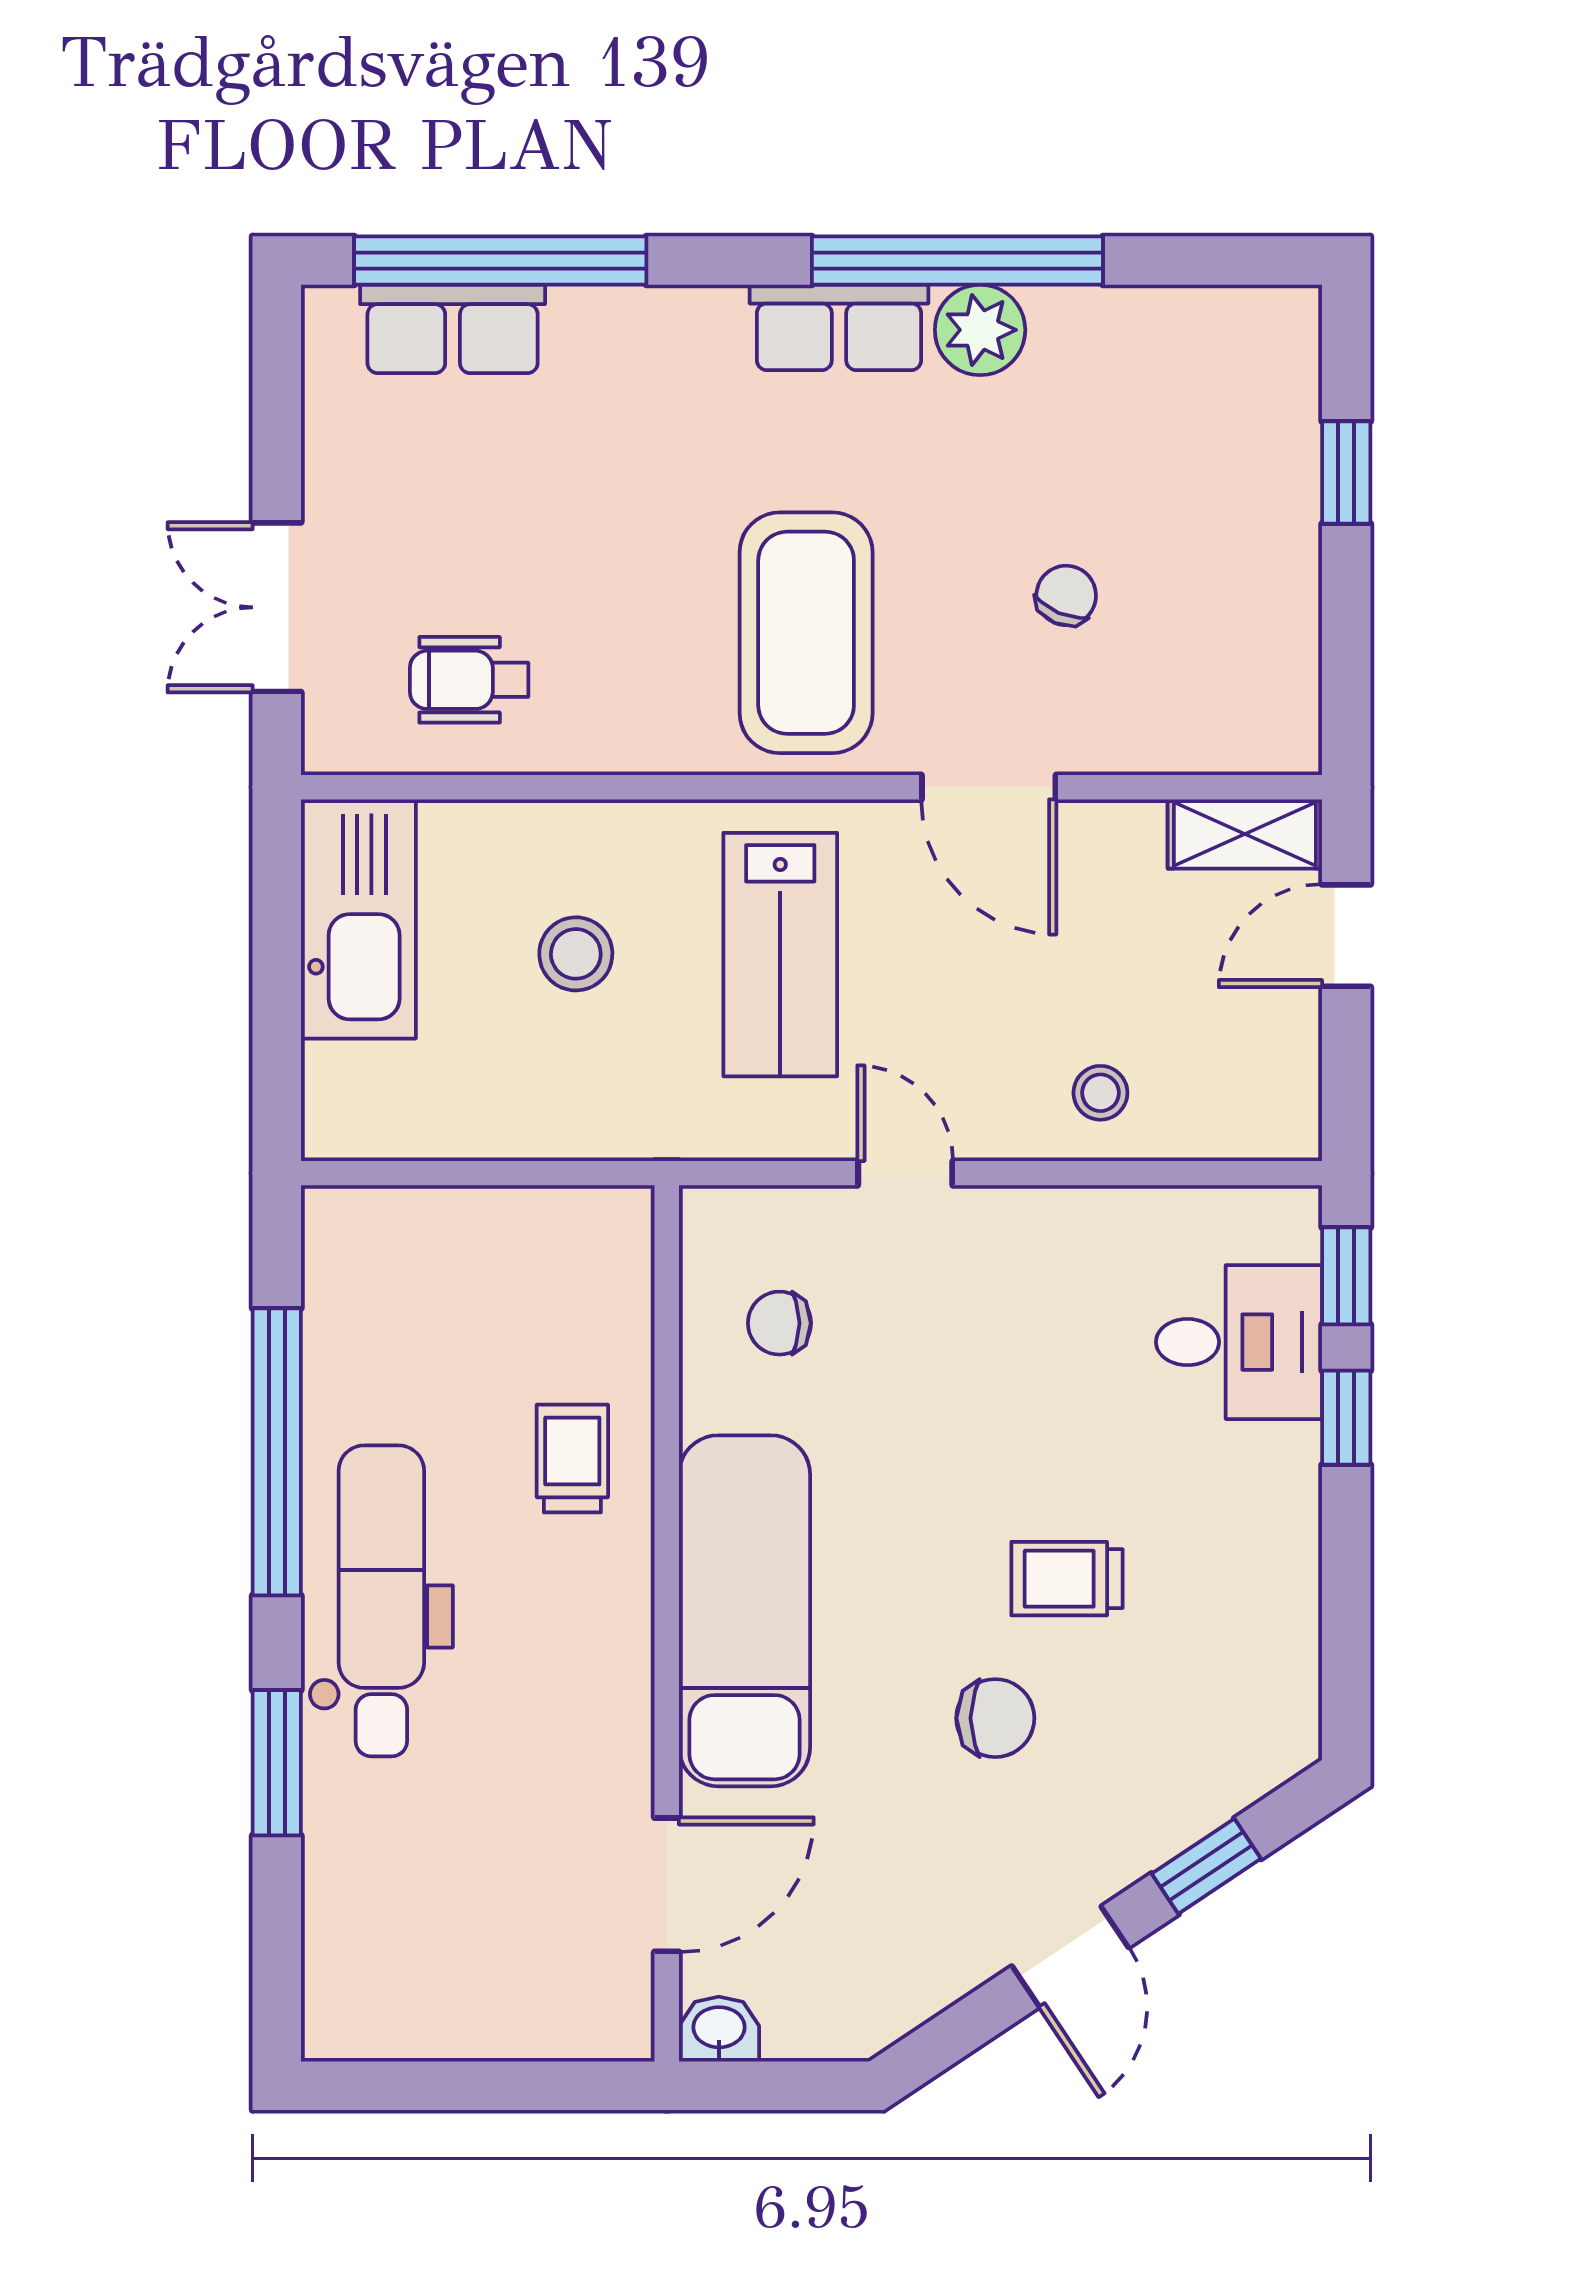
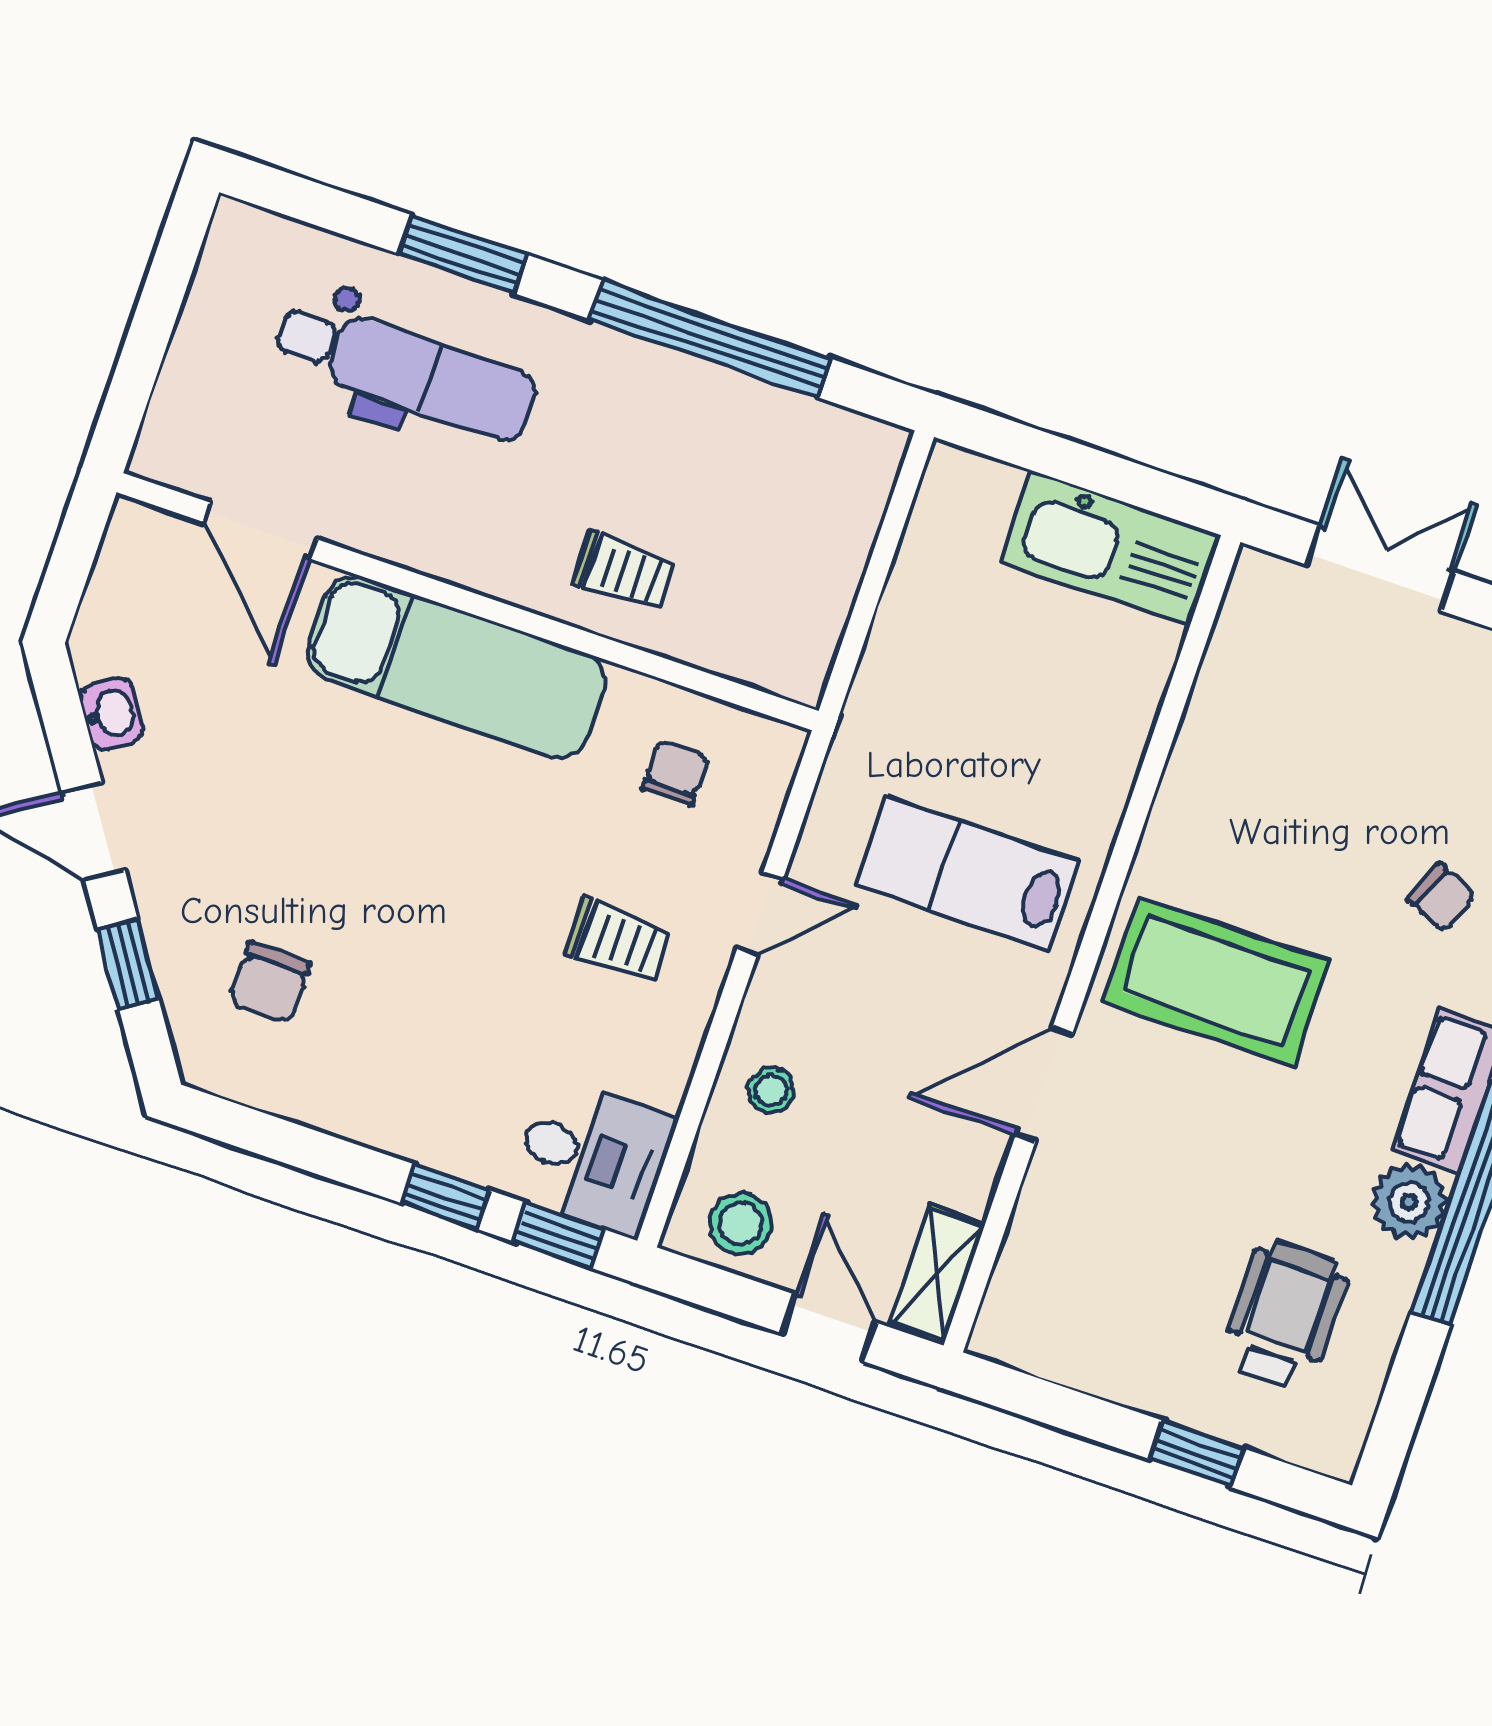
chair: (1066, 595) -> (1442, 897), moved
wheelchair: (469, 680) -> (1284, 1315), moved, width x1.36, depth x1.37
stool: (576, 954) -> (741, 1224), moved
desk: (1239, 1342) -> (592, 1157), moved, turned -90
trolley: (1067, 1579) -> (619, 941), moved, turned 90
dental chair: (381, 1601) -> (405, 370), moved
chair: (995, 1718) -> (270, 983), moved
washbasin: (719, 2029) -> (111, 714), moved, turned -34

